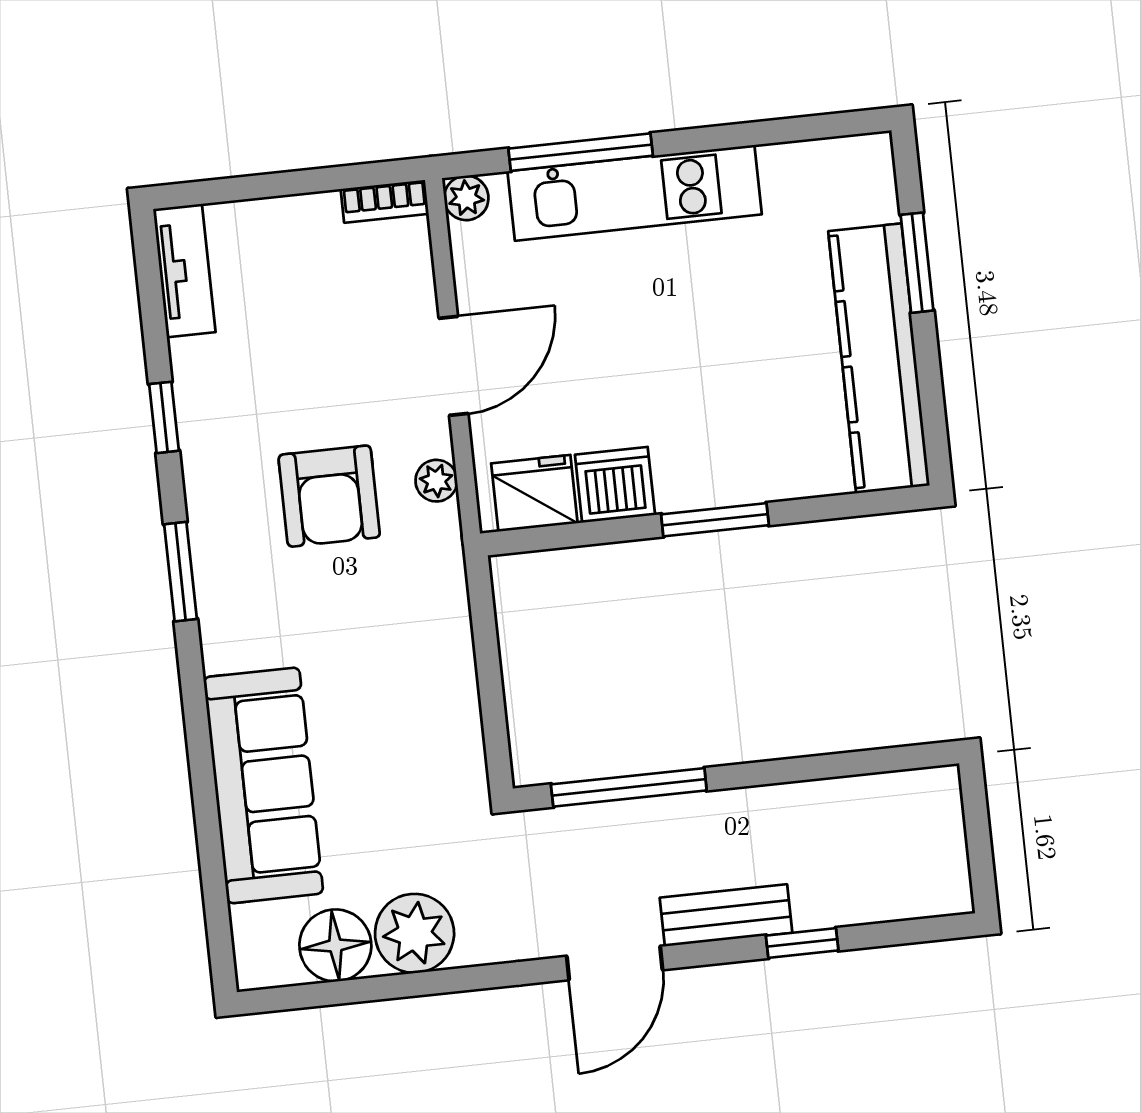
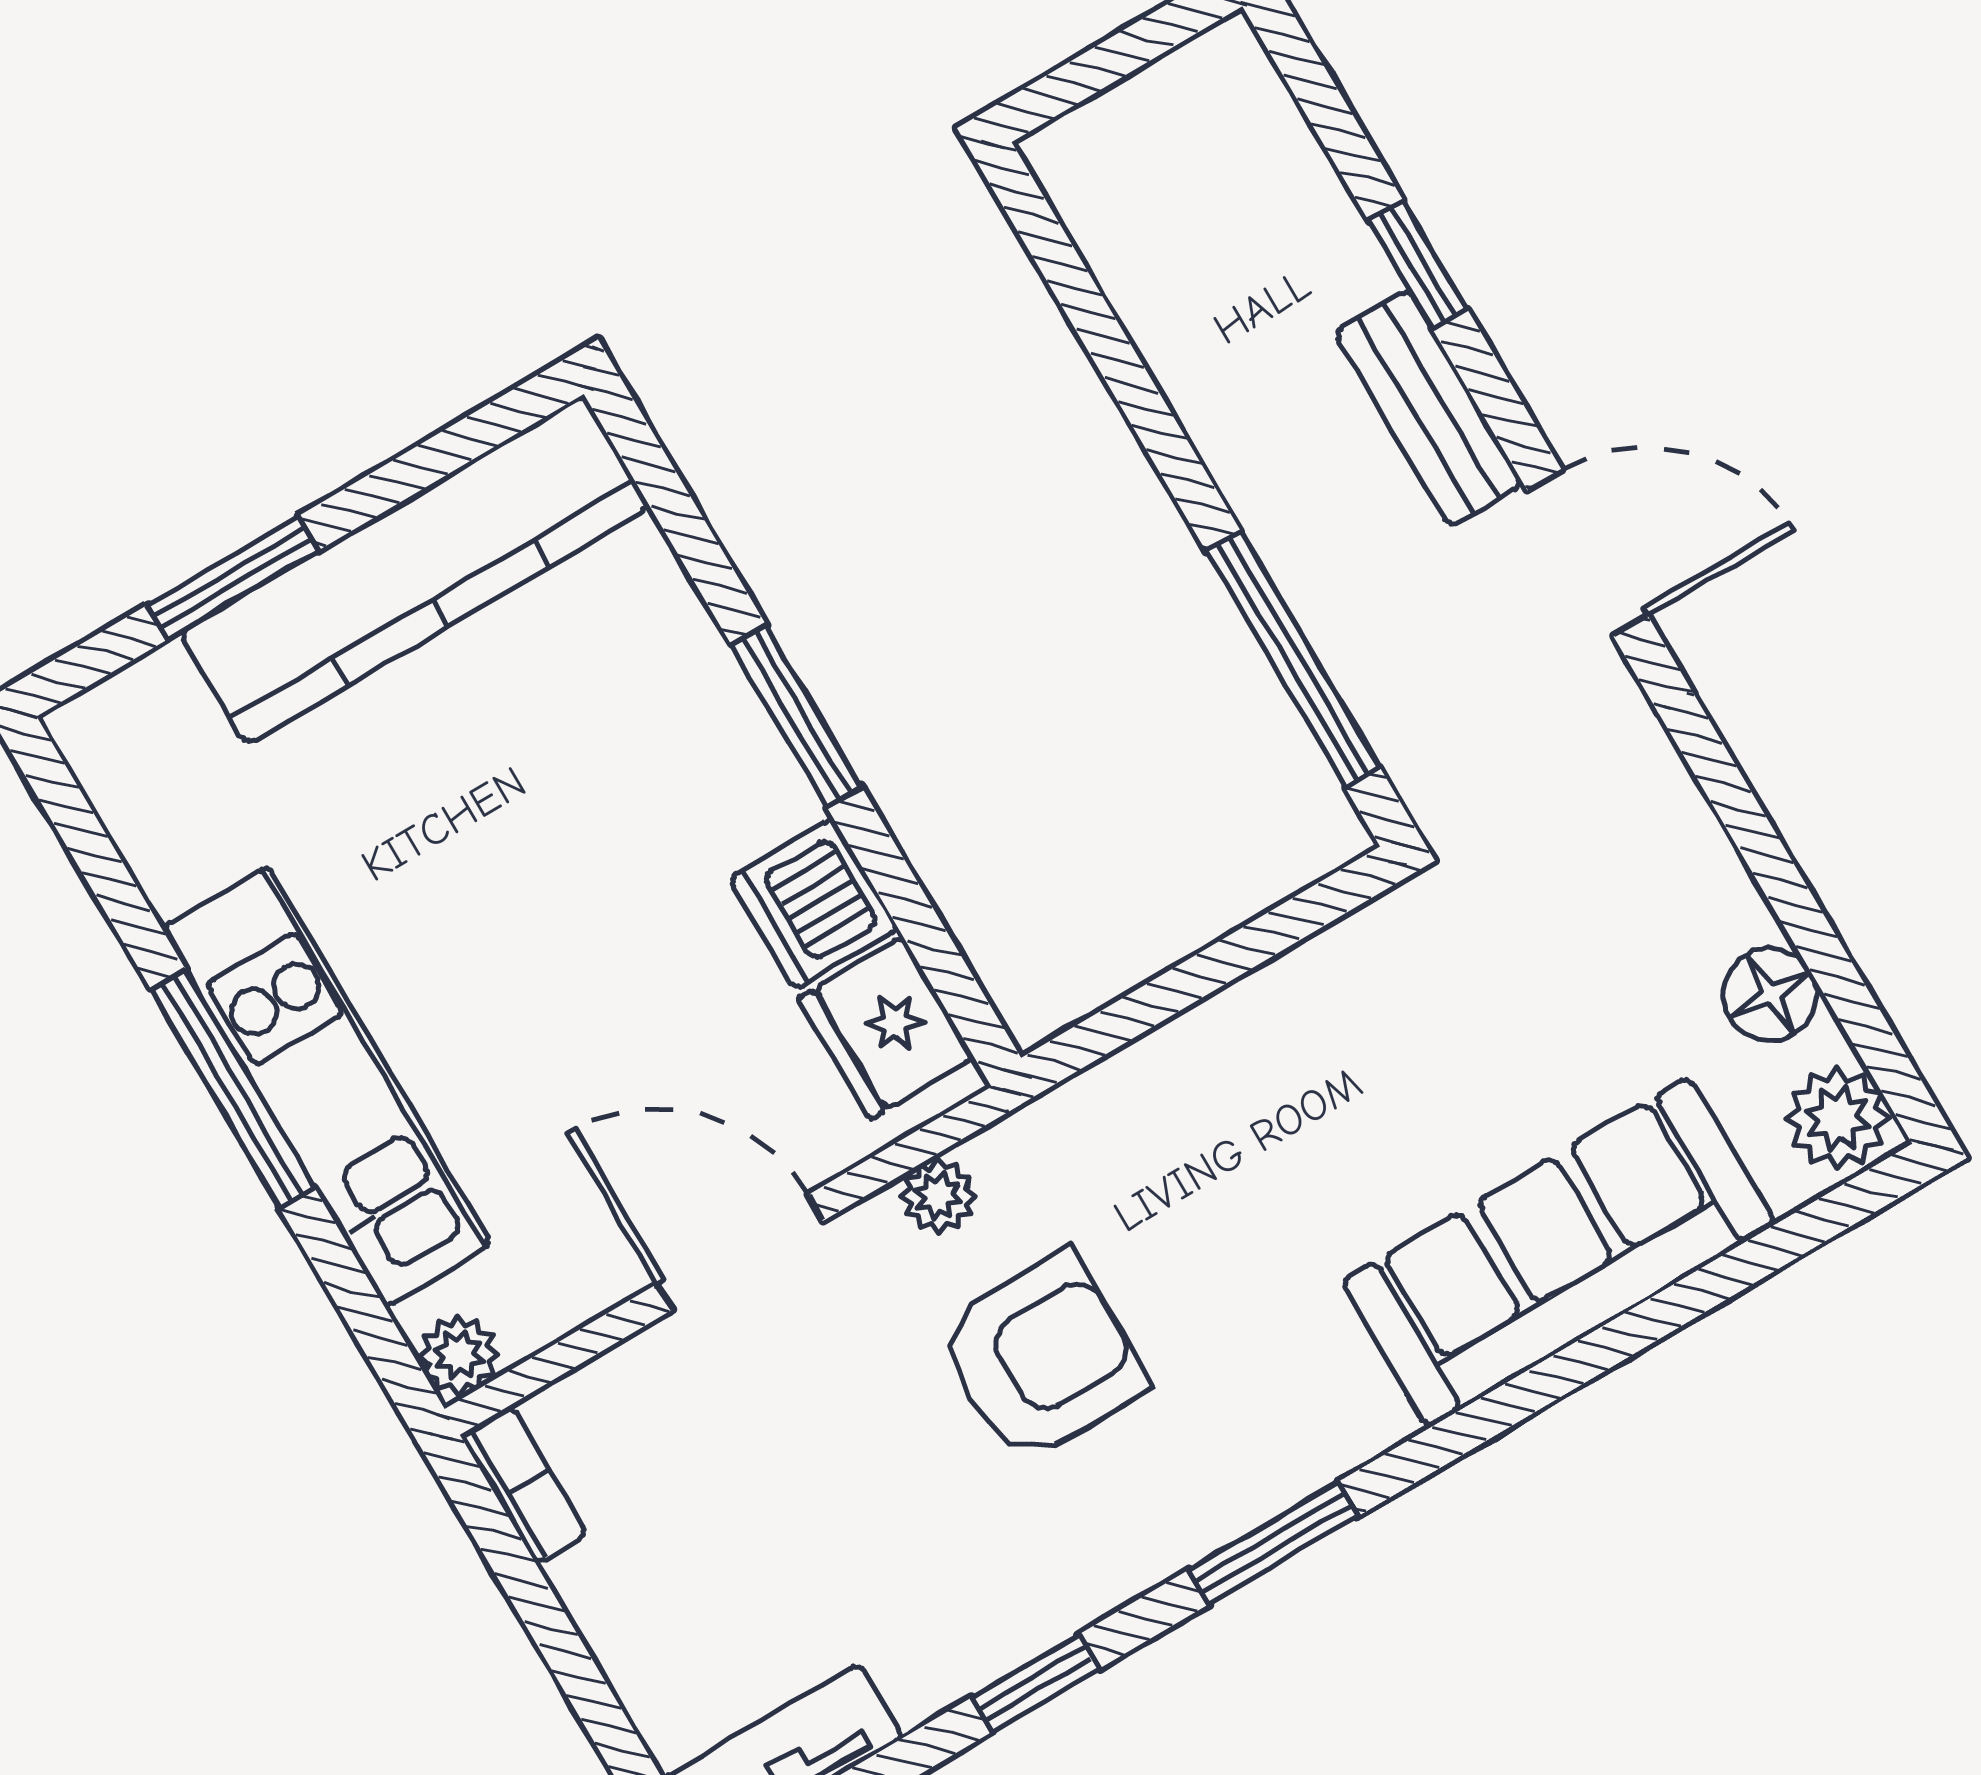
window: (581, 152) -> (233, 1088), moved
plant: (415, 933) -> (1838, 1118), moved, width x0.73, depth x0.73
floor lamp: (335, 945) -> (1770, 994), width x0.73, depth x0.73

